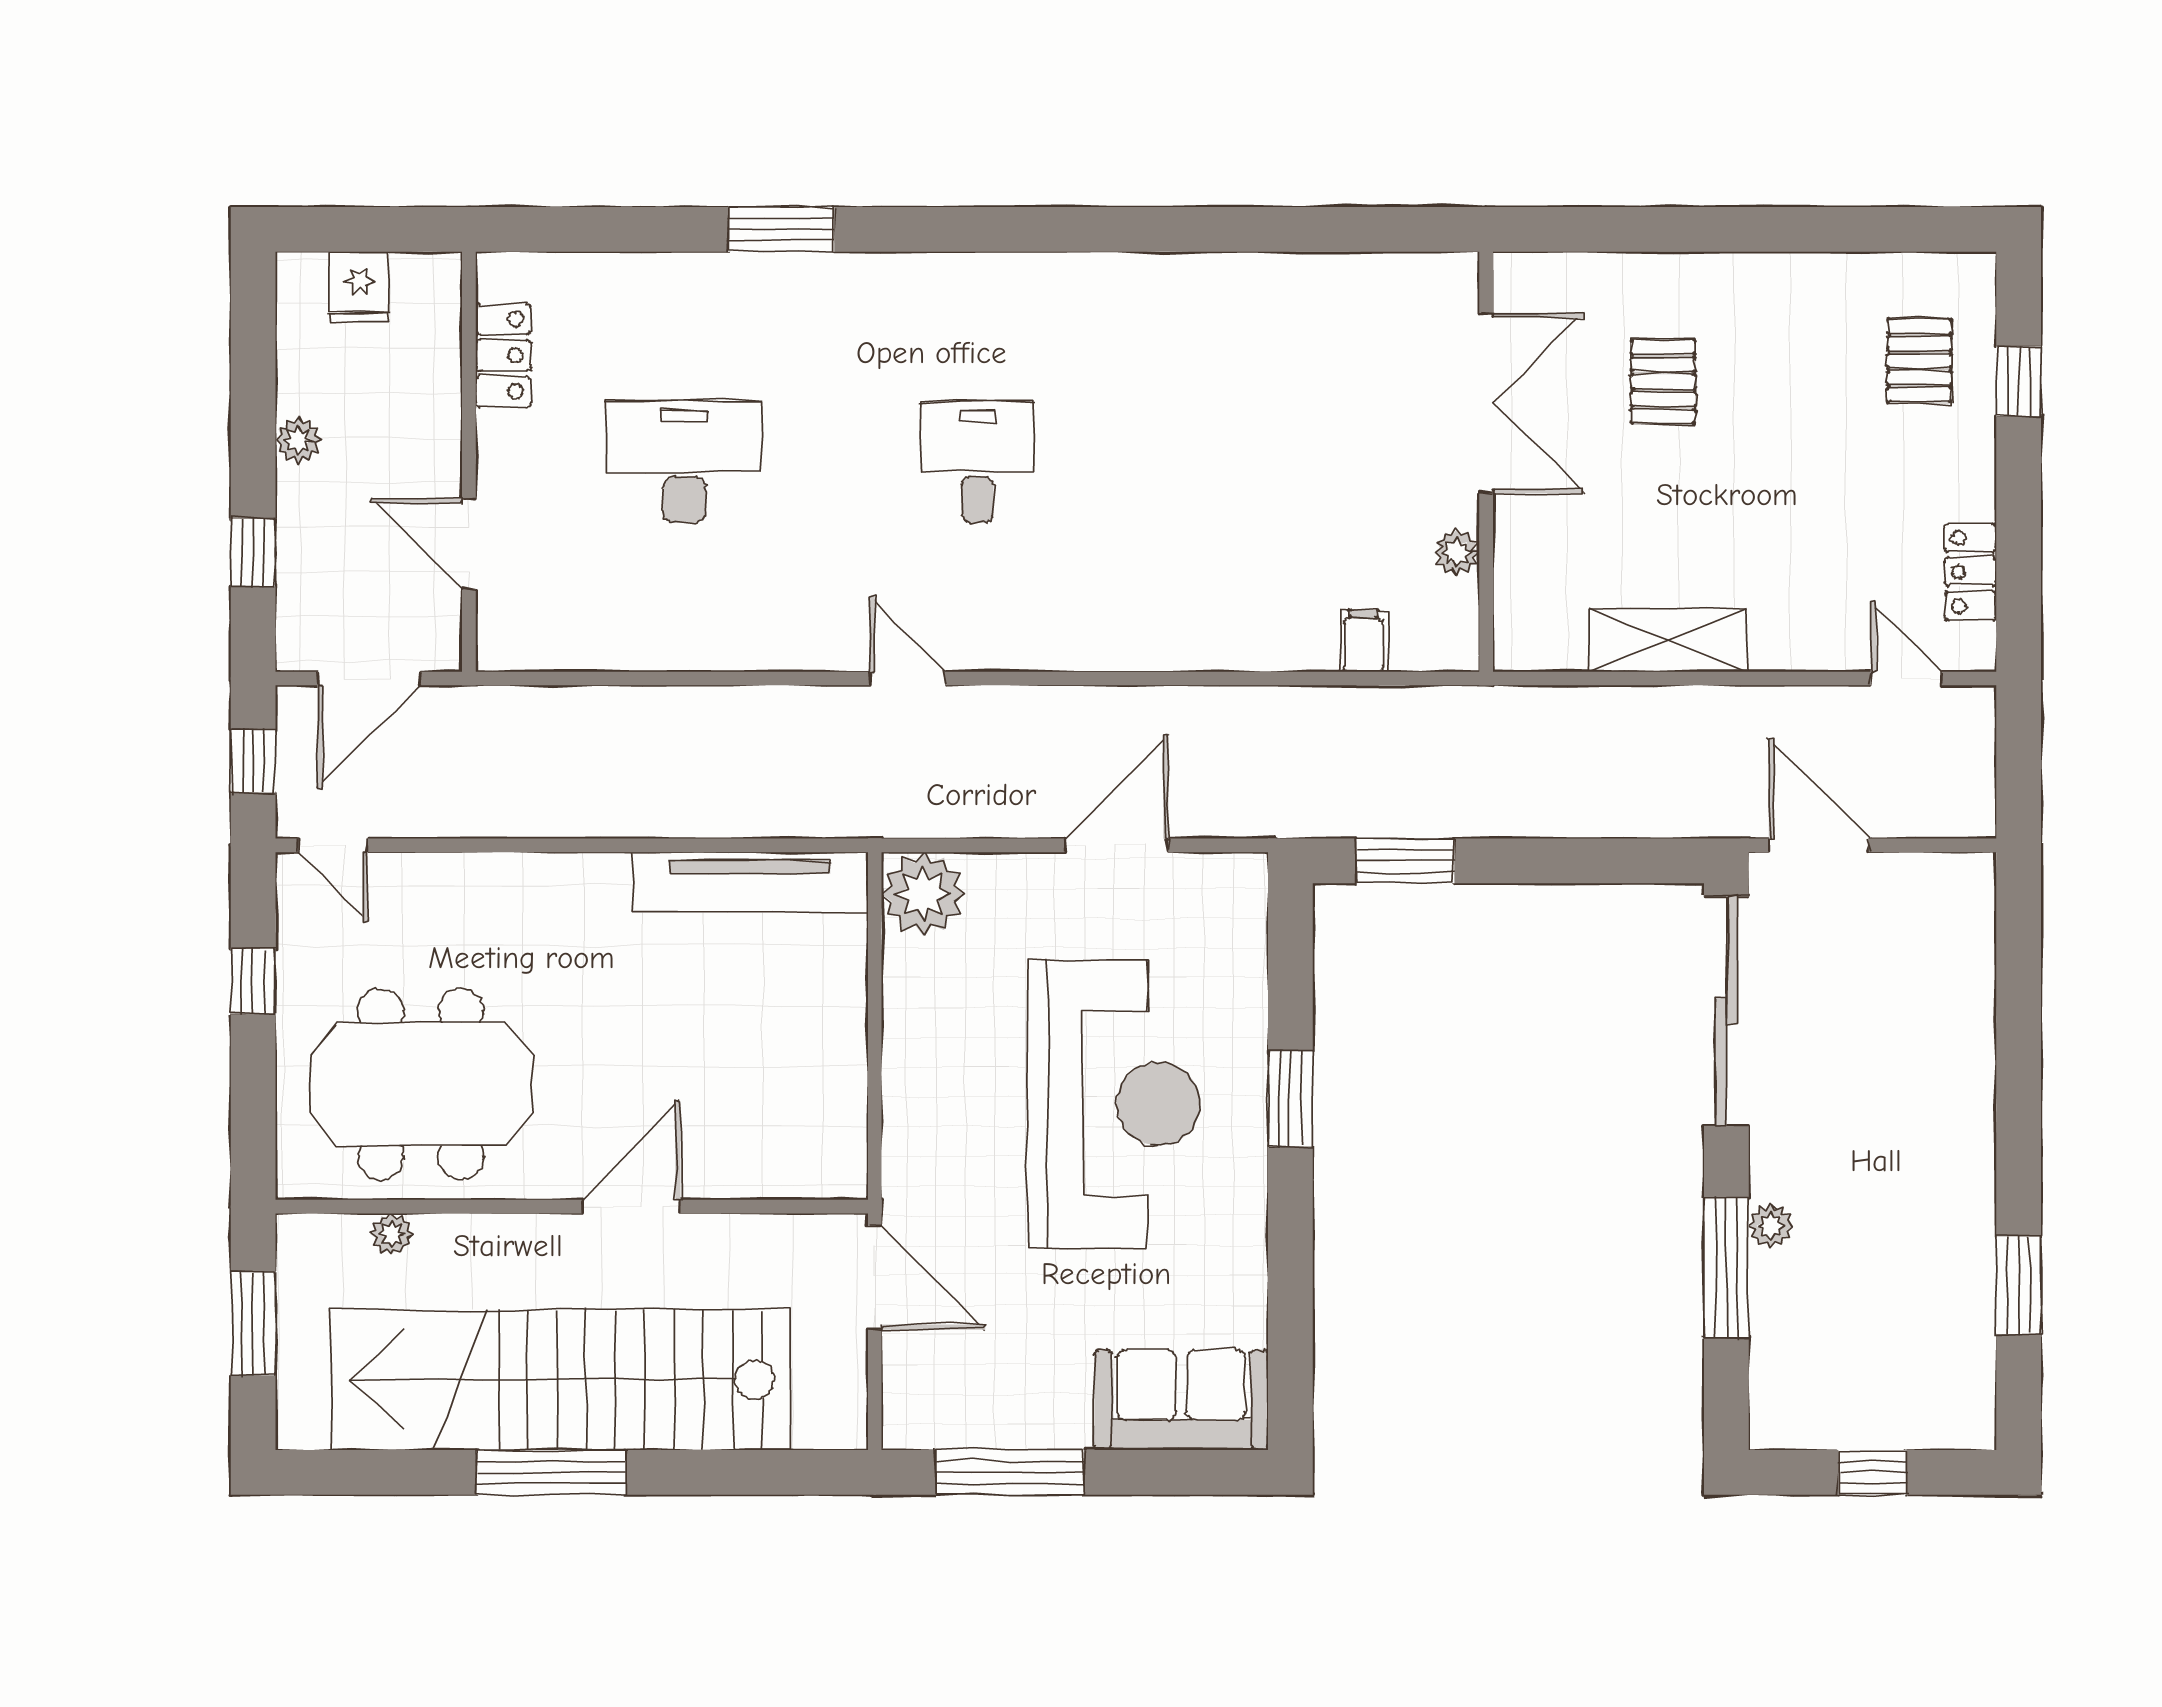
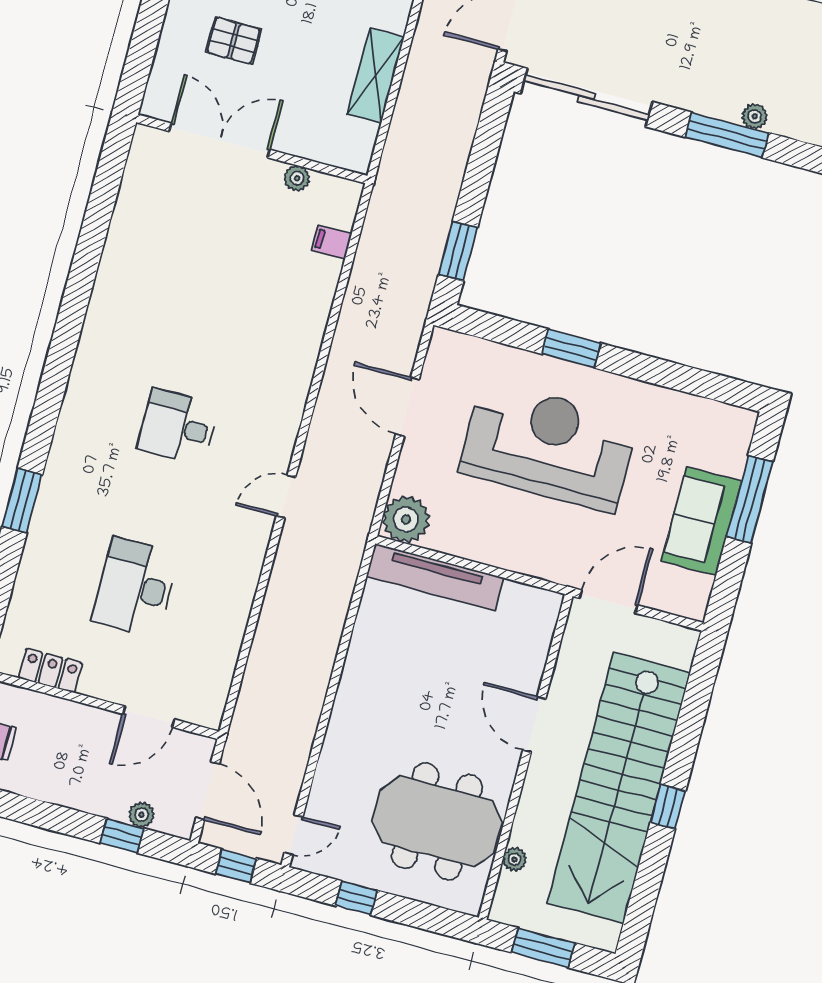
plant: (298, 440) -> (141, 815), moved
tv unit: (750, 882) -> (435, 577), moved, turned 90
meeting table: (421, 1084) -> (437, 821), turned 90
plant: (1771, 1226) -> (755, 116), moved
sofa: (1181, 1400) -> (701, 521), moved
window: (551, 1472) -> (668, 807), width x0.46
window: (1010, 1472) -> (750, 499), moved

